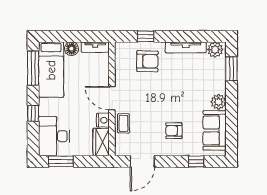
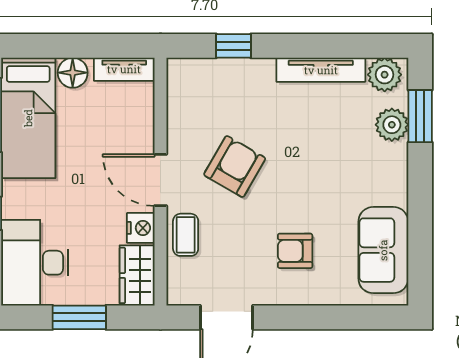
armchair: (147, 61) -> (235, 166), moved, turned -61
plant: (218, 102) -> (392, 125), moved
window: (61, 161) -> (79, 317), moved
window: (196, 161) -> (344, 317), removed

